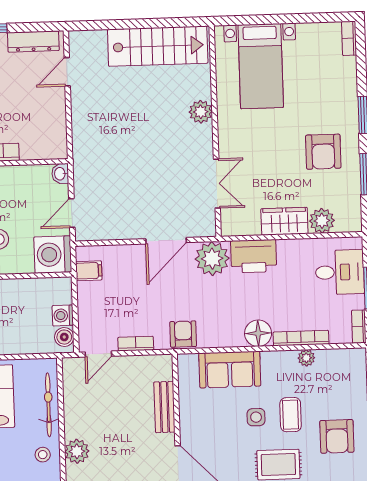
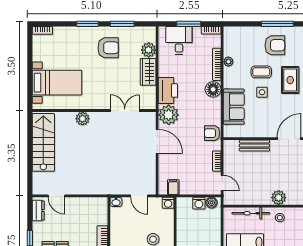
dresser: (33, 42) -> (38, 211), width x0.70
washing machine: (53, 255) -> (168, 203), width x0.53, depth x0.53

